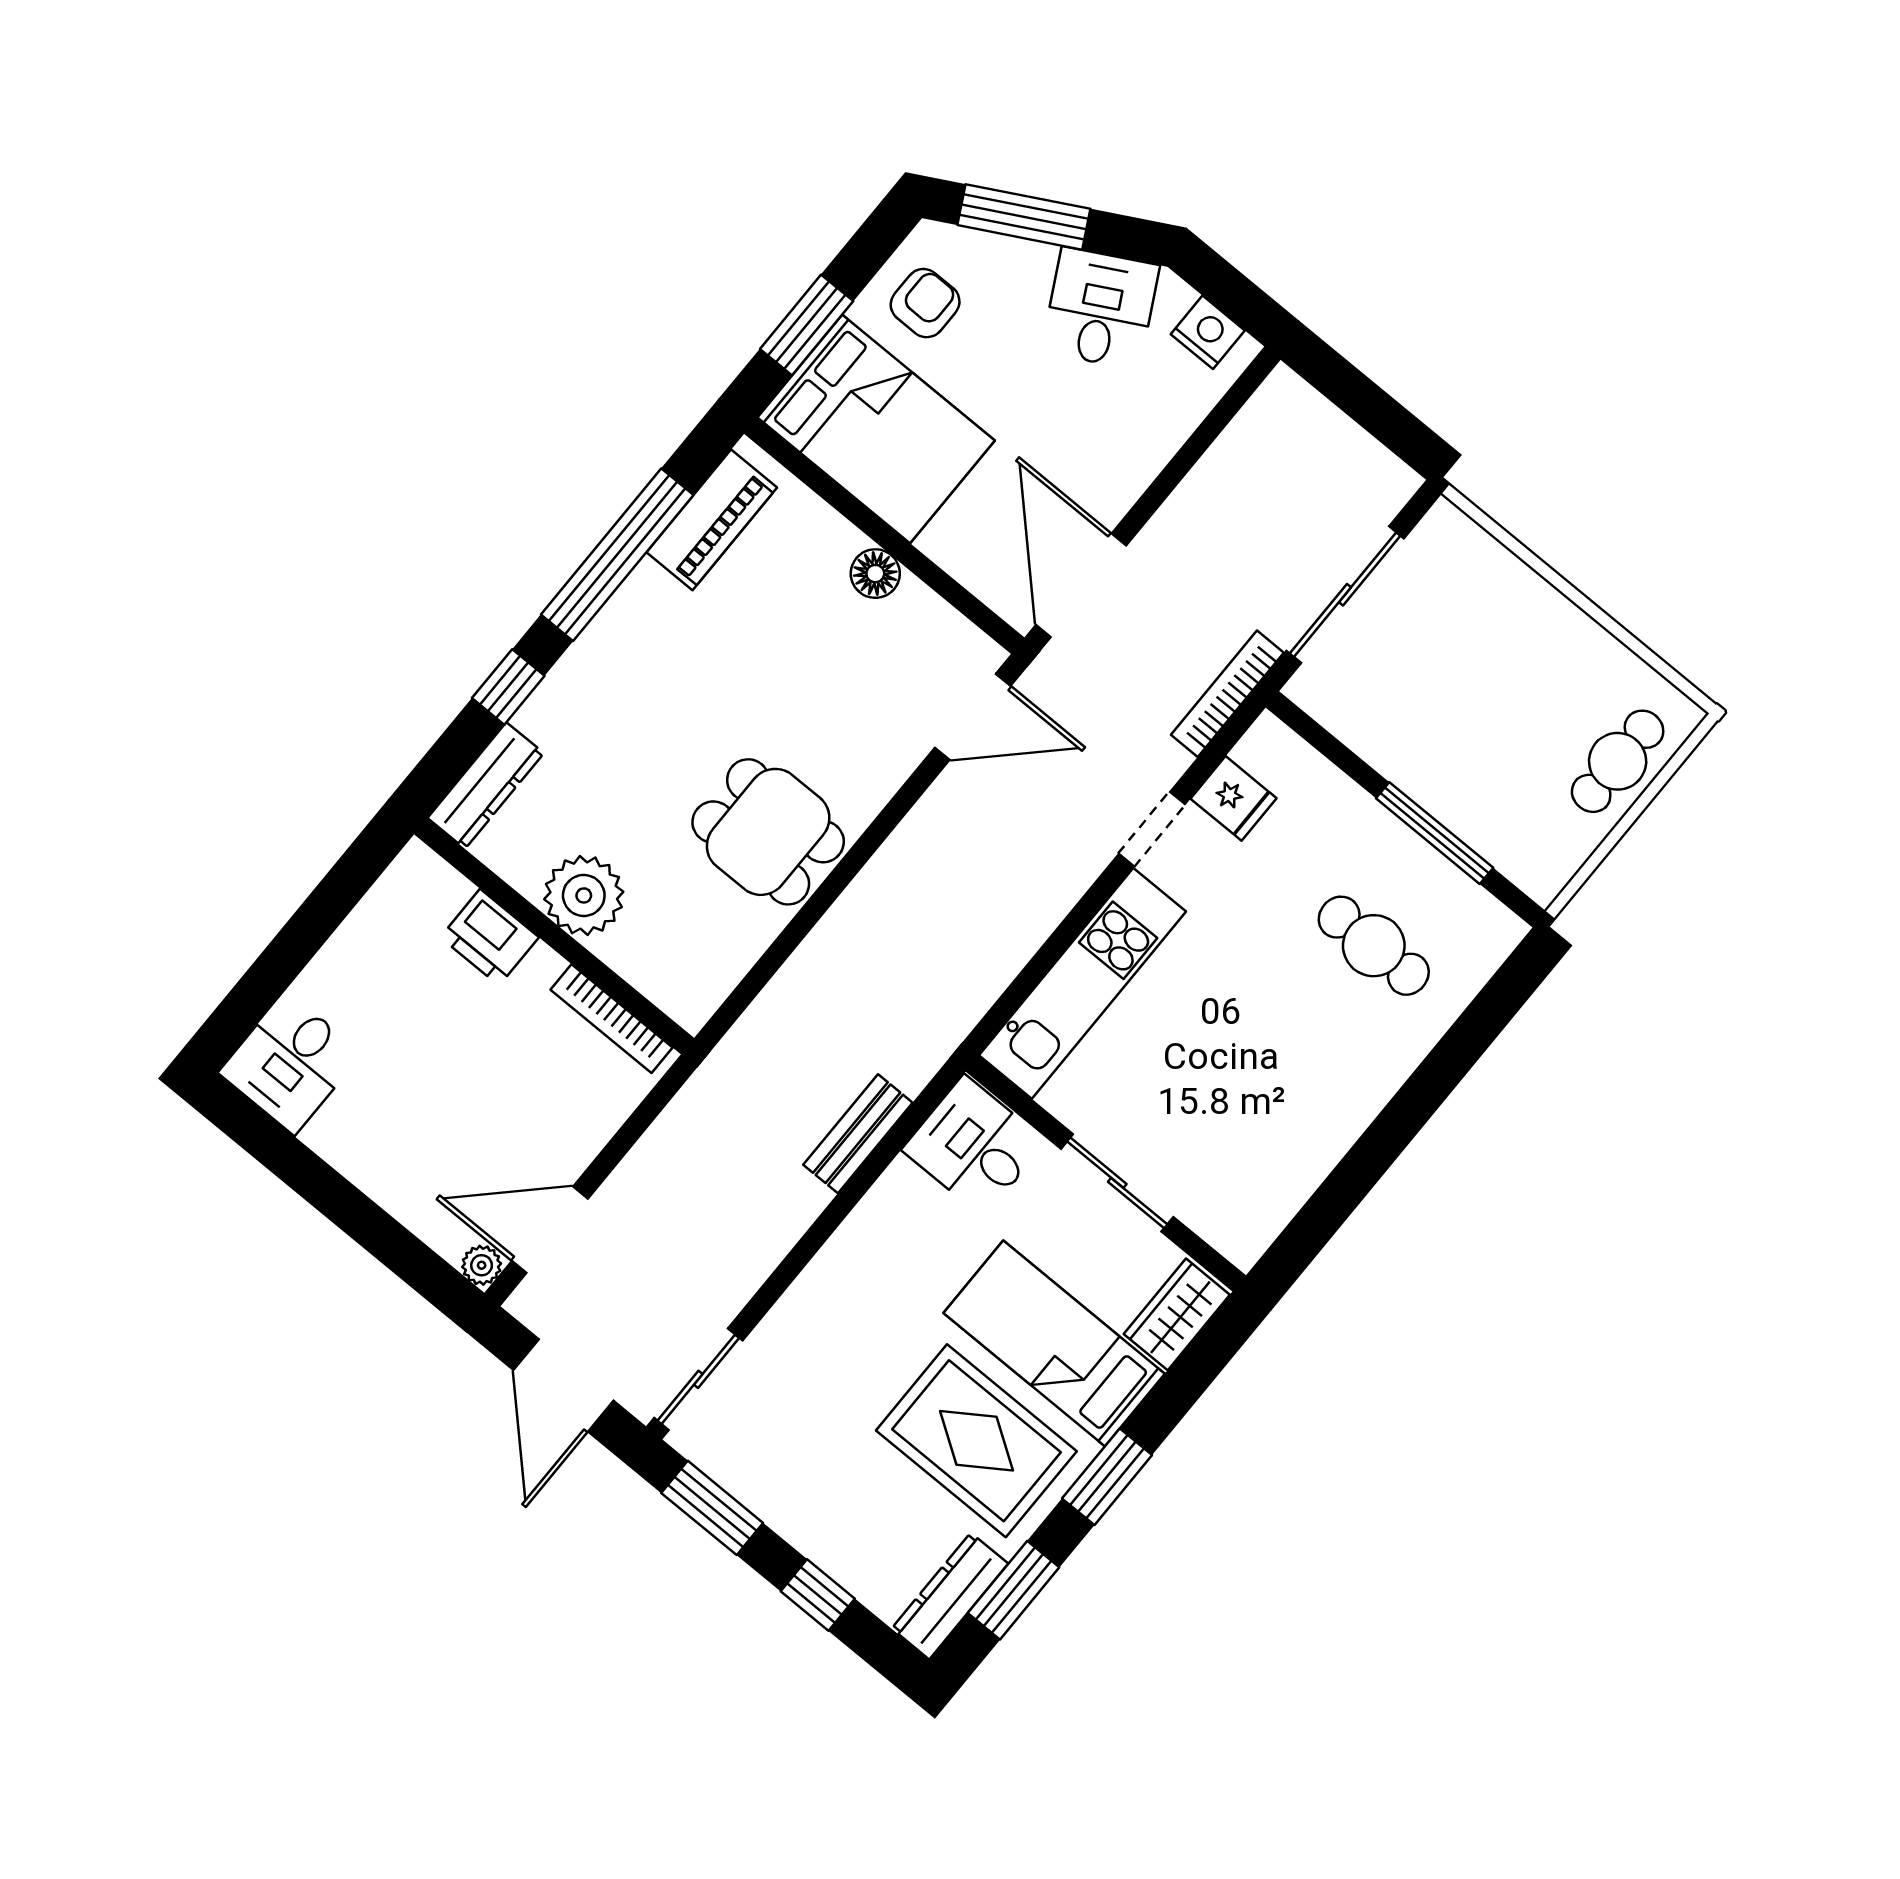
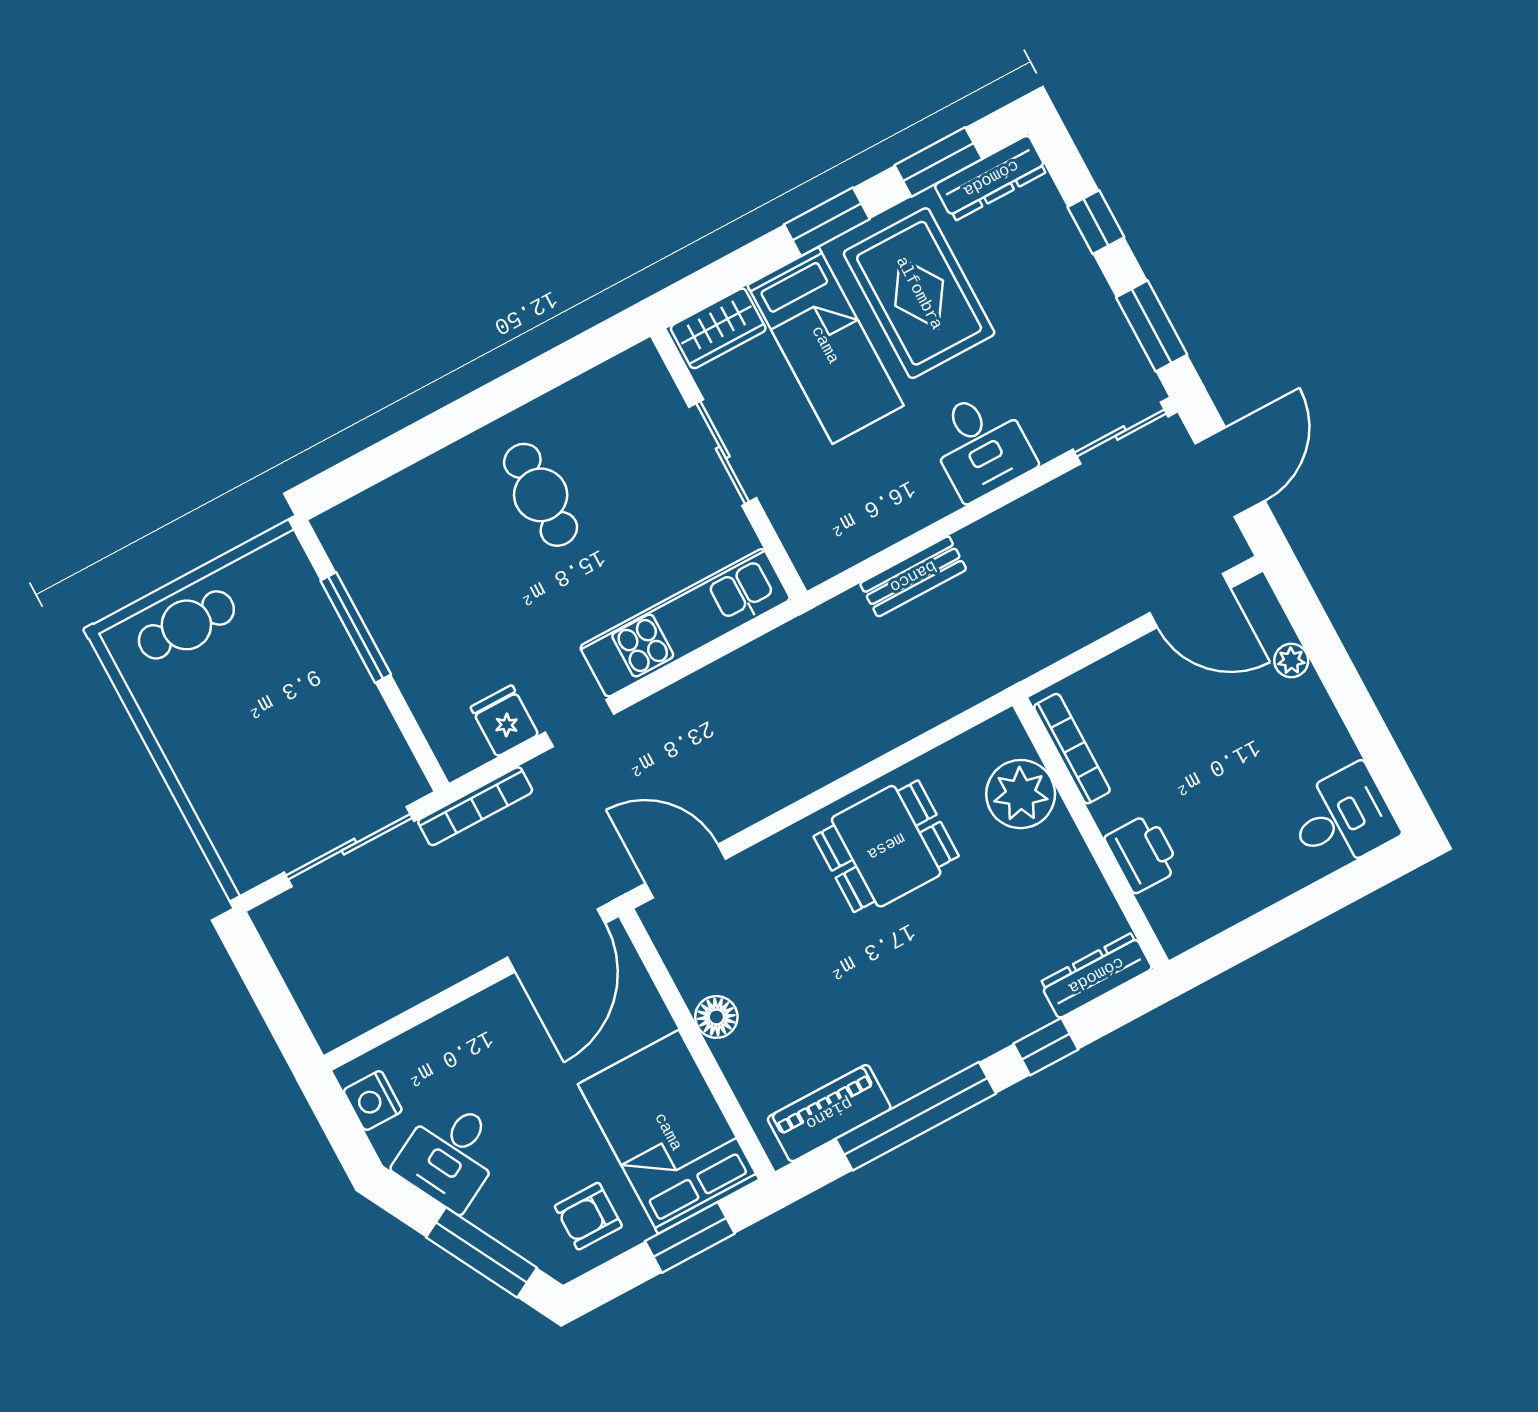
dining table: (768, 832) -> (886, 846), turned 90
plant: (584, 895) -> (1021, 794), moved
cafe table: (1374, 946) -> (541, 495), moved
desk: (974, 1146) -> (981, 445), moved
plant: (482, 1265) -> (1291, 661), moved

